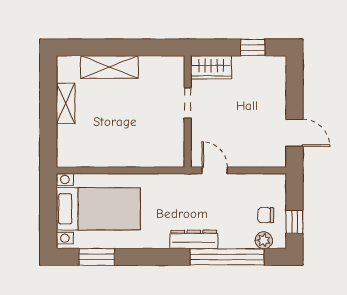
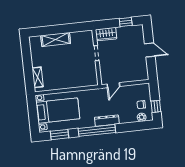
shelving: (66, 103) -> (38, 77), moved
door: (294, 133) -> (150, 50), moved
door: (215, 170) -> (113, 85), swing flipped
window: (227, 257) -> (97, 130), moved

